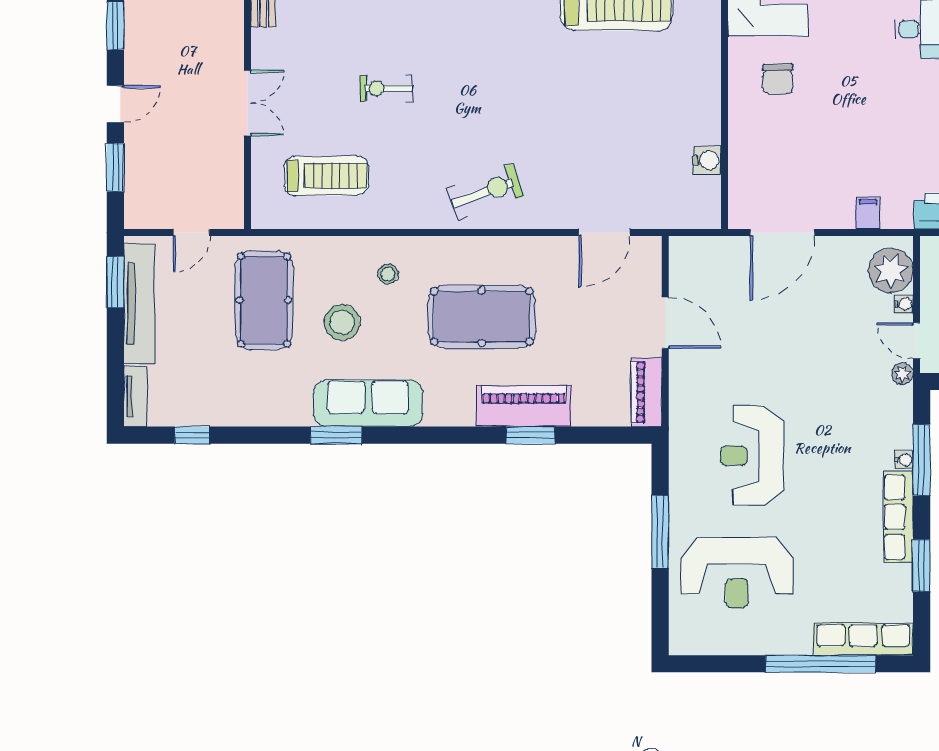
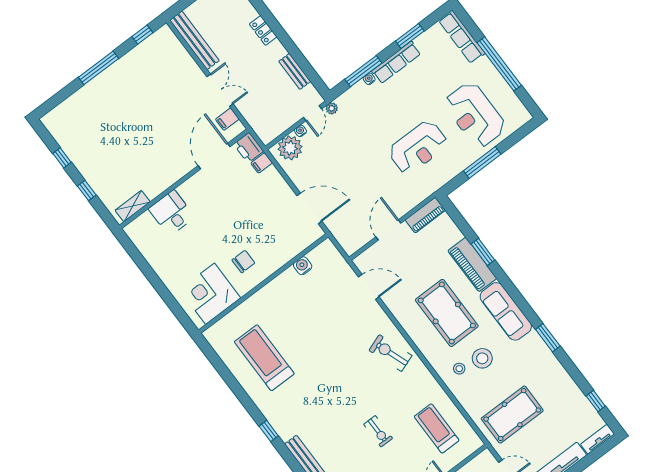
filing cabinet: (868, 213) -> (262, 163), moved
stool: (342, 322) -> (482, 358), moved
sofa: (368, 403) -> (506, 311), moved
reception desk: (737, 573) -> (475, 115), turned 180
window: (821, 664) -> (499, 64), moved

